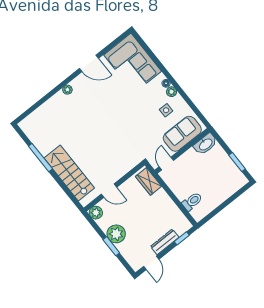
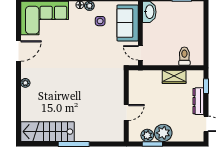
window: (40, 158) -> (74, 144), moved
stairs: (69, 173) -> (48, 132), moved
wardrobe: (149, 181) -> (174, 77), moved
plant: (96, 213) -> (147, 135), moved
window: (111, 246) -> (152, 144), moved

